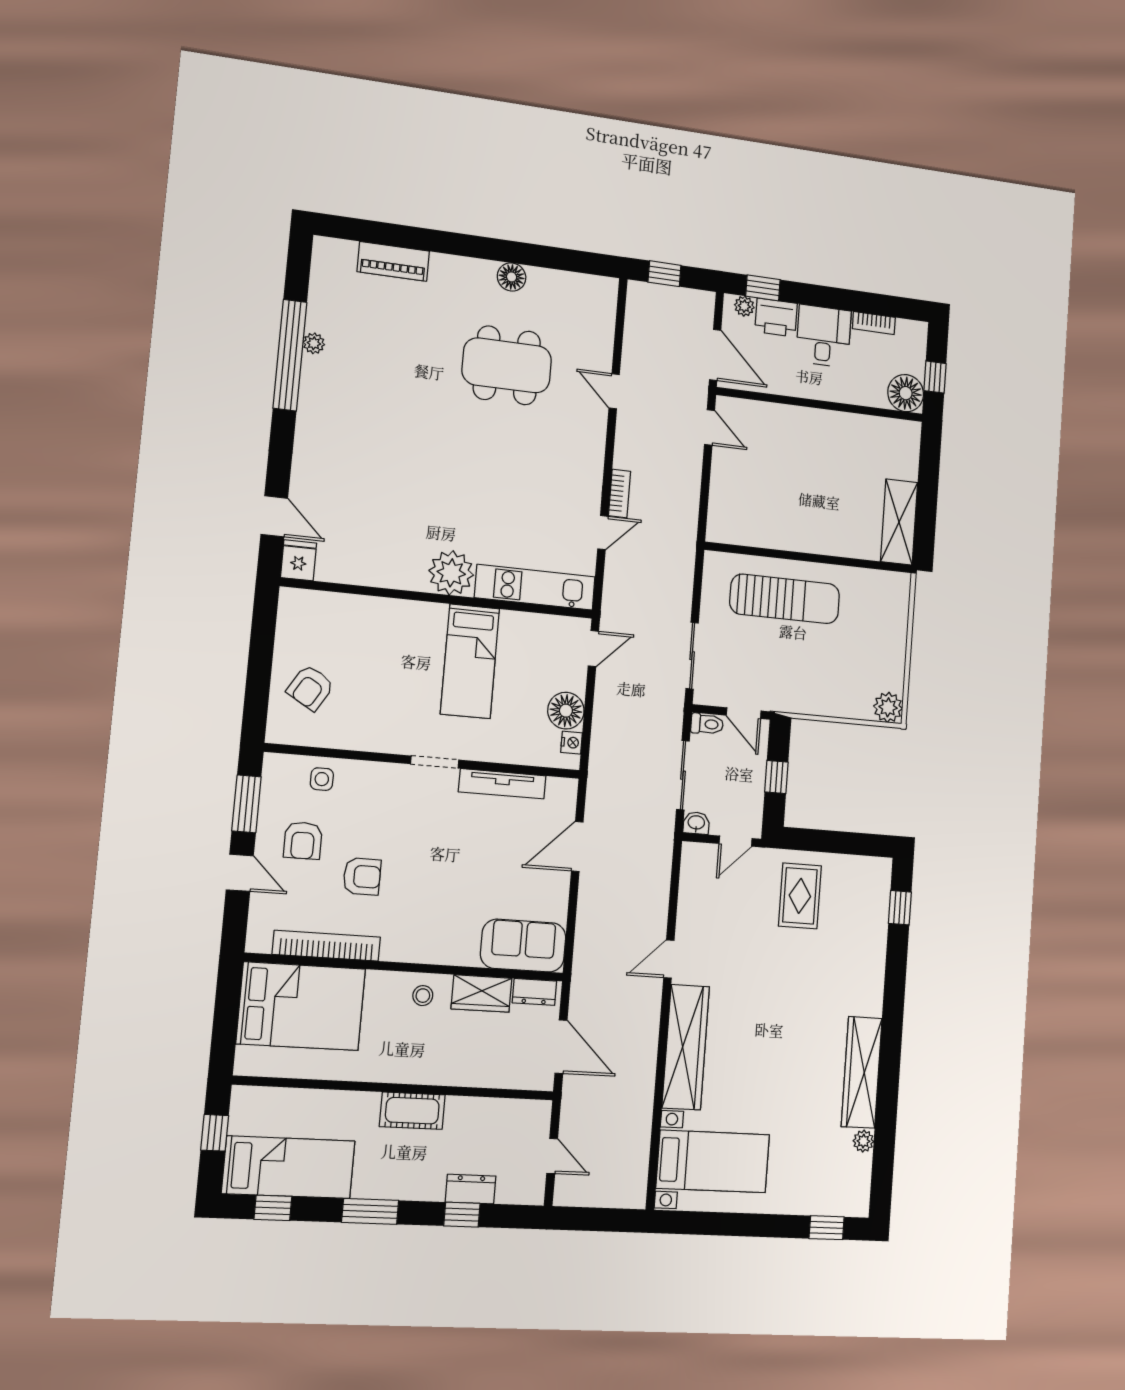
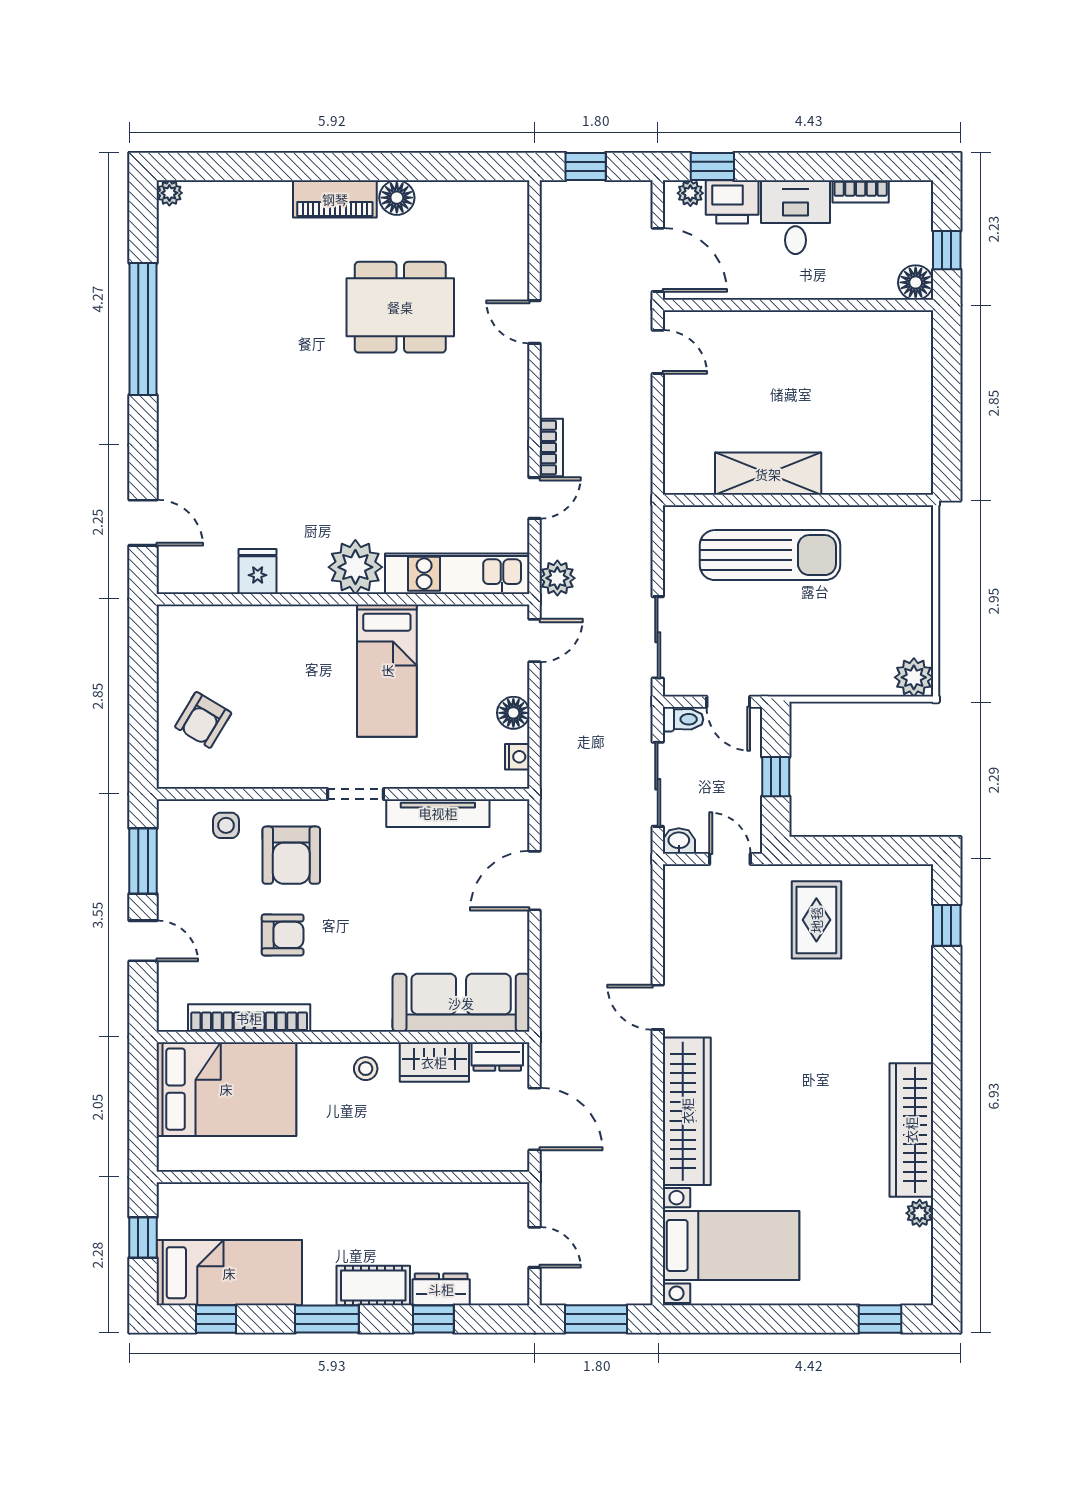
piano: (393, 261) -> (335, 199), moved
plant: (314, 343) -> (169, 193), moved
floor lamp: (906, 393) -> (916, 282), width x0.73, depth x0.73
shelving: (899, 522) -> (768, 474), moved, turned 90
fridge: (299, 560) -> (258, 571), moved
plant: (616, 599) -> (557, 578), added
floor lamp: (566, 711) -> (513, 713), width x0.73, depth x0.73
armchair: (303, 840) -> (291, 855), moved, width x1.38, depth x1.38
door: (736, 841) -> (730, 859), swing flipped
sofa: (523, 946) -> (461, 1003), width x1.36
door: (669, 959) -> (658, 1007), hinge flipped
cot: (412, 1111) -> (373, 1285), moved
window: (598, 1219) -> (596, 1319), added

